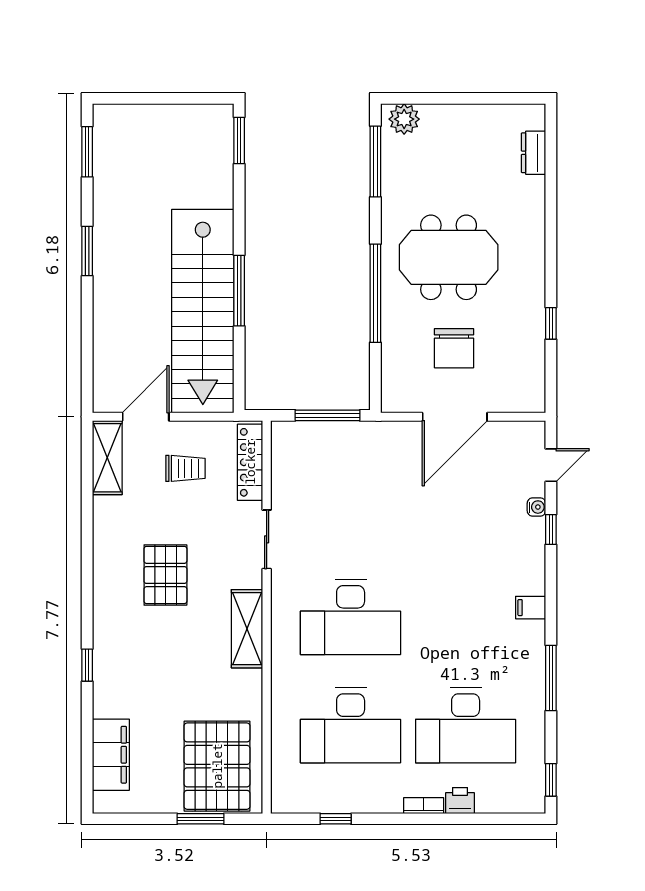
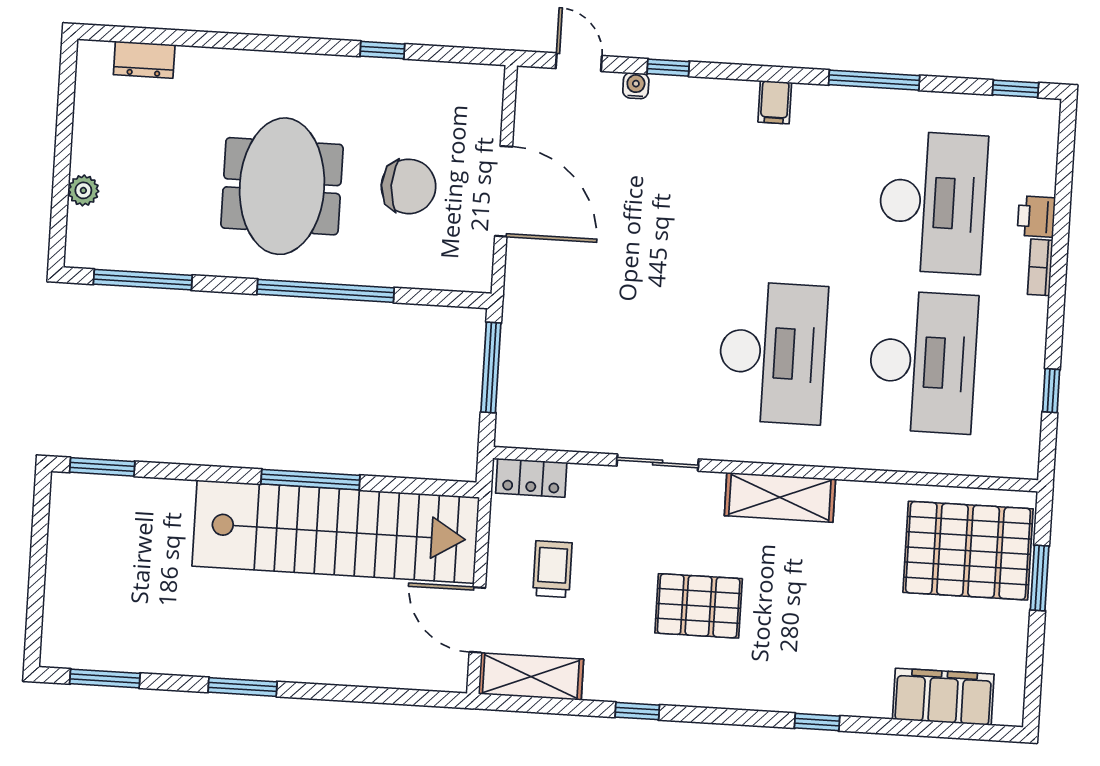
plant: (404, 119) -> (83, 190), moved, width x0.73, depth x0.73
locker: (250, 462) -> (531, 478), width x0.66
window: (87, 536) -> (637, 711), added

